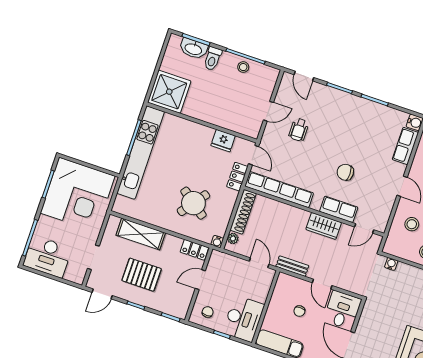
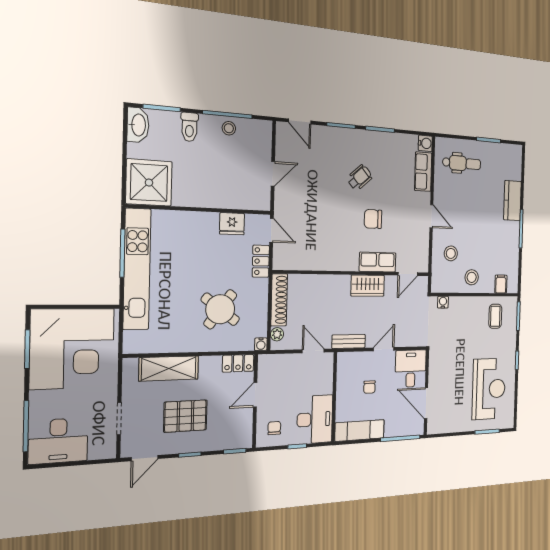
washbasin: (193, 49) -> (138, 125), moved, turned -90
wheelchair: (299, 130) -> (360, 178), moved, turned -131
row of seats: (279, 190) -> (311, 261), removed
door: (322, 284) -> (384, 349), swing flipped

